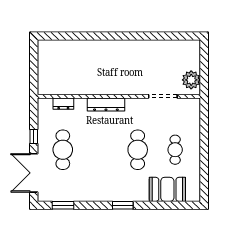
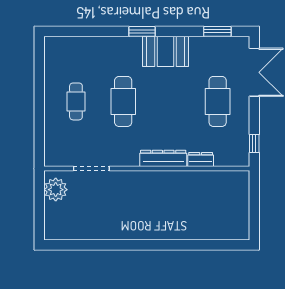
dresser: (63, 104) -> (201, 160), moved
window: (34, 137) -> (254, 144), moved
booth: (167, 189) -> (166, 51), moved

